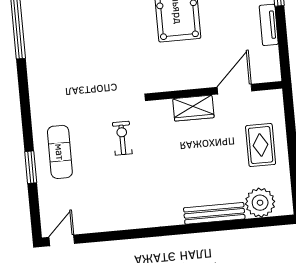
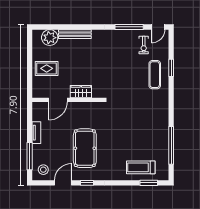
exercise bike: (122, 138) -> (144, 45), moved
rug: (261, 145) -> (47, 68), turned 90
window: (115, 236) -> (129, 27), added

